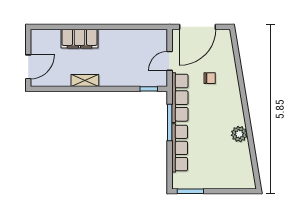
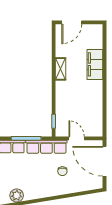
door: (28, 67) -> (72, 22), hinge flipped

